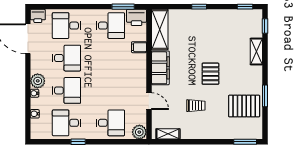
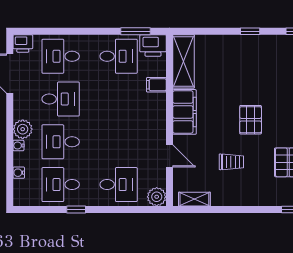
window: (199, 7) -> (250, 31), moved
desk: (66, 90) -> (61, 142), turned 180

